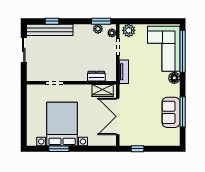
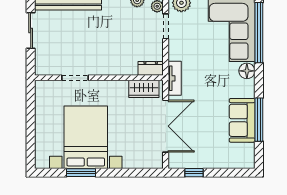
tv unit: (124, 72) -> (175, 78), moved
dresser: (96, 76) -> (151, 68), moved
double door: (118, 116) -> (166, 126), swing flipped

